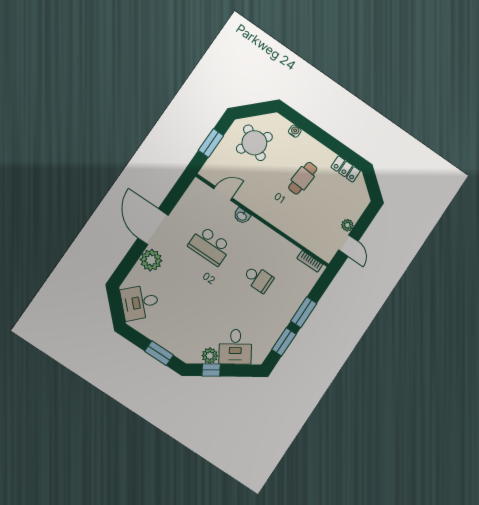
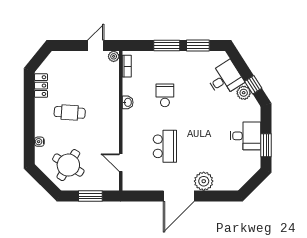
washbasin: (242, 216) -> (128, 102), moved
plant: (347, 225) -> (114, 56), moved
desk: (140, 302) -> (246, 136), moved, turned -45
window: (159, 353) -> (266, 145), moved

